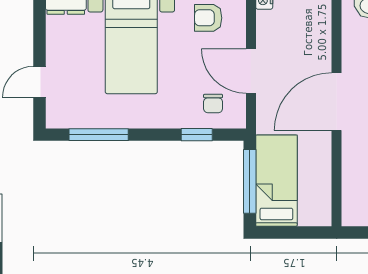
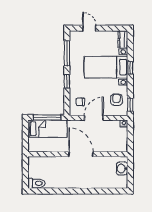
window: (197, 135) -> (67, 81), moved

